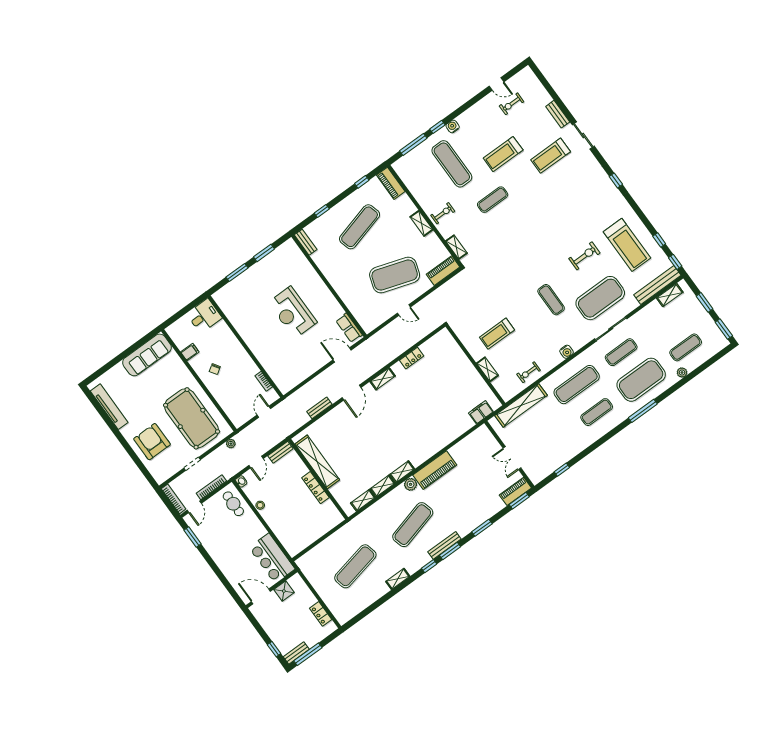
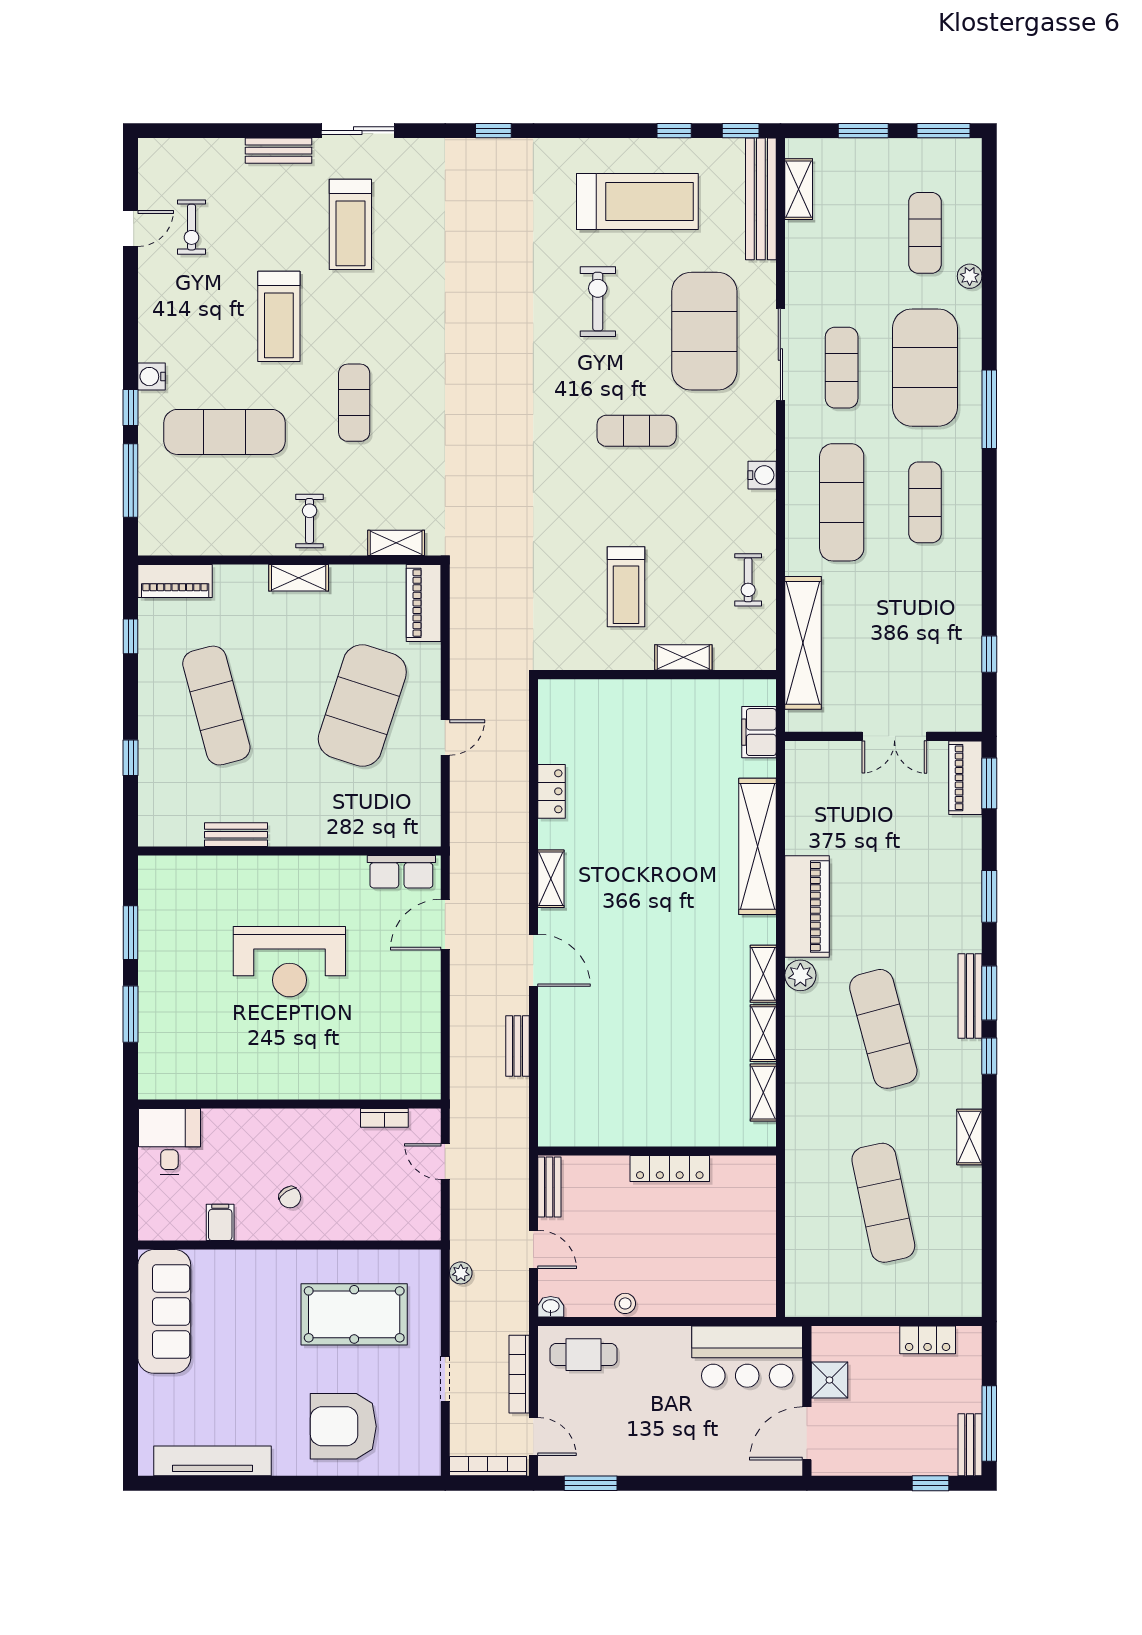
bench: (306, 242) -> (236, 835), moved
pool table: (192, 418) -> (354, 1314), width x0.73, depth x0.76
shelving: (317, 462) -> (757, 846), moved, turned 90

